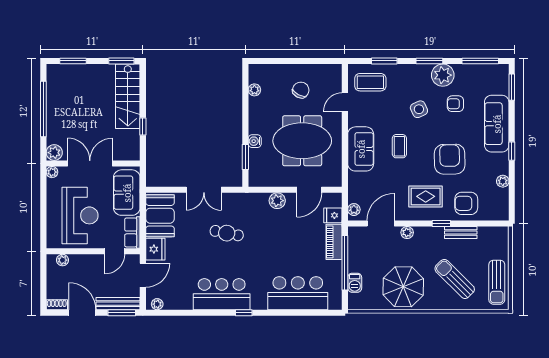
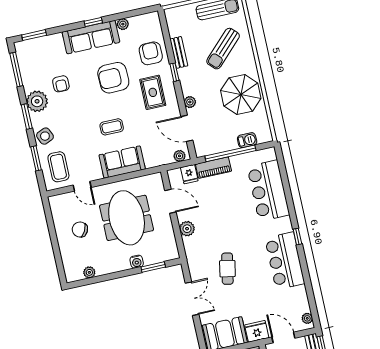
side table: (419, 109) -> (45, 136), moved
sofa: (497, 124) -> (91, 37), moved
armchair: (466, 203) -> (151, 53), turned 180

